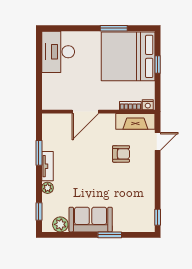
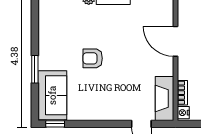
armchair: (121, 154) -> (93, 58), moved, turned 90
sofa: (91, 220) -> (52, 95), moved
plant: (60, 224) -> (47, 13), removed

